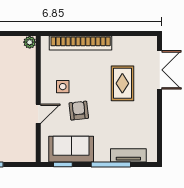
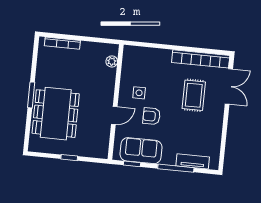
plant: (30, 42) -> (112, 61), moved
bookcase: (81, 43) -> (201, 59), moved
armchair: (79, 111) -> (151, 116), turned -84

